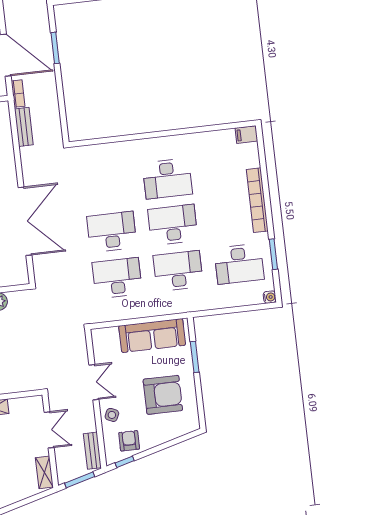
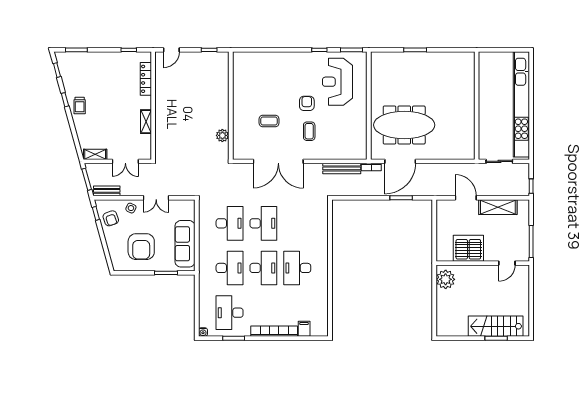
bench: (24, 127) -> (342, 168), width x1.36
filing cabinet: (246, 135) -> (304, 329), moved
armchair: (129, 441) -> (111, 218), turned 71

